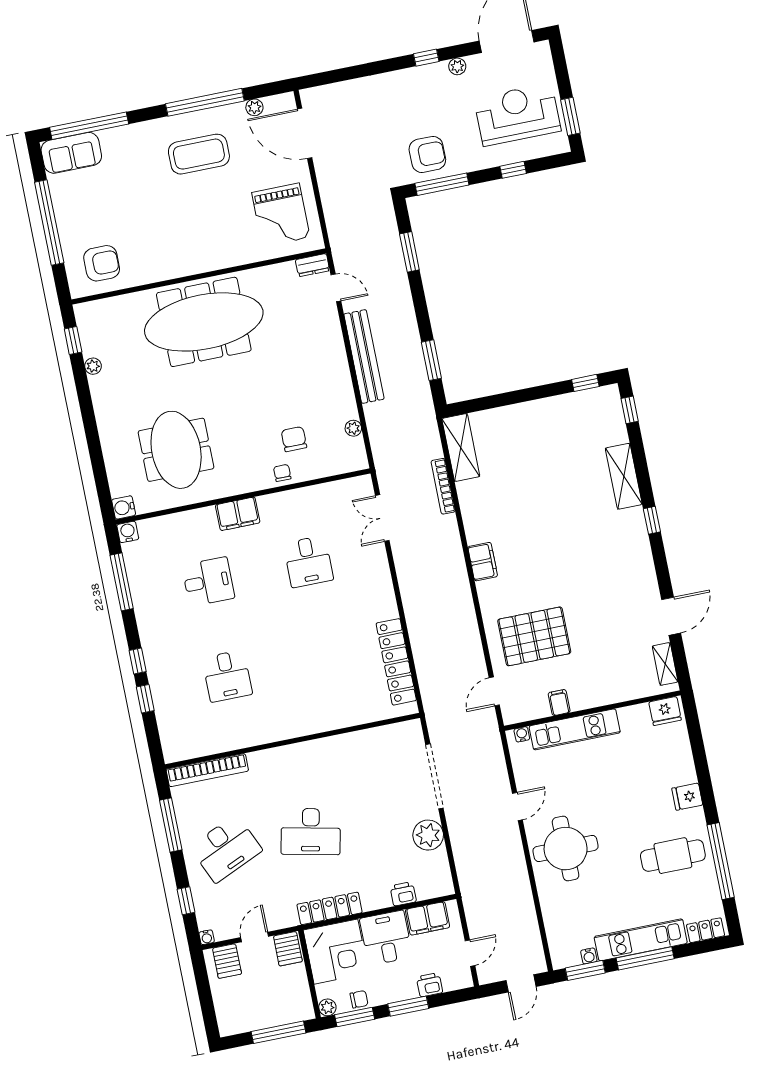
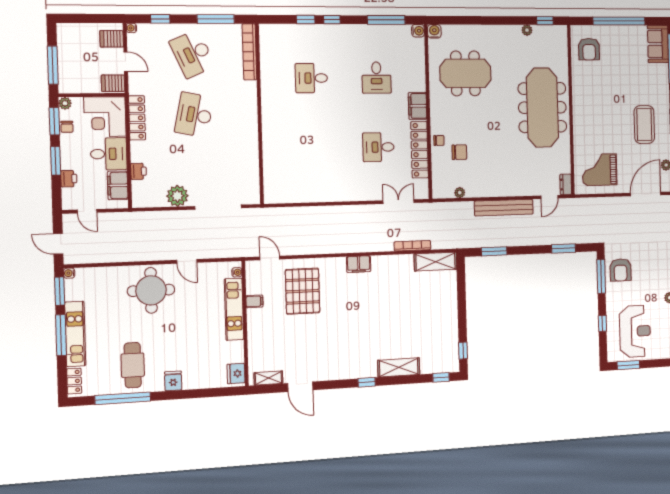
locker: (396, 662) -> (420, 150), moved, turned -90
water cooler: (589, 956) -> (69, 273), moved

